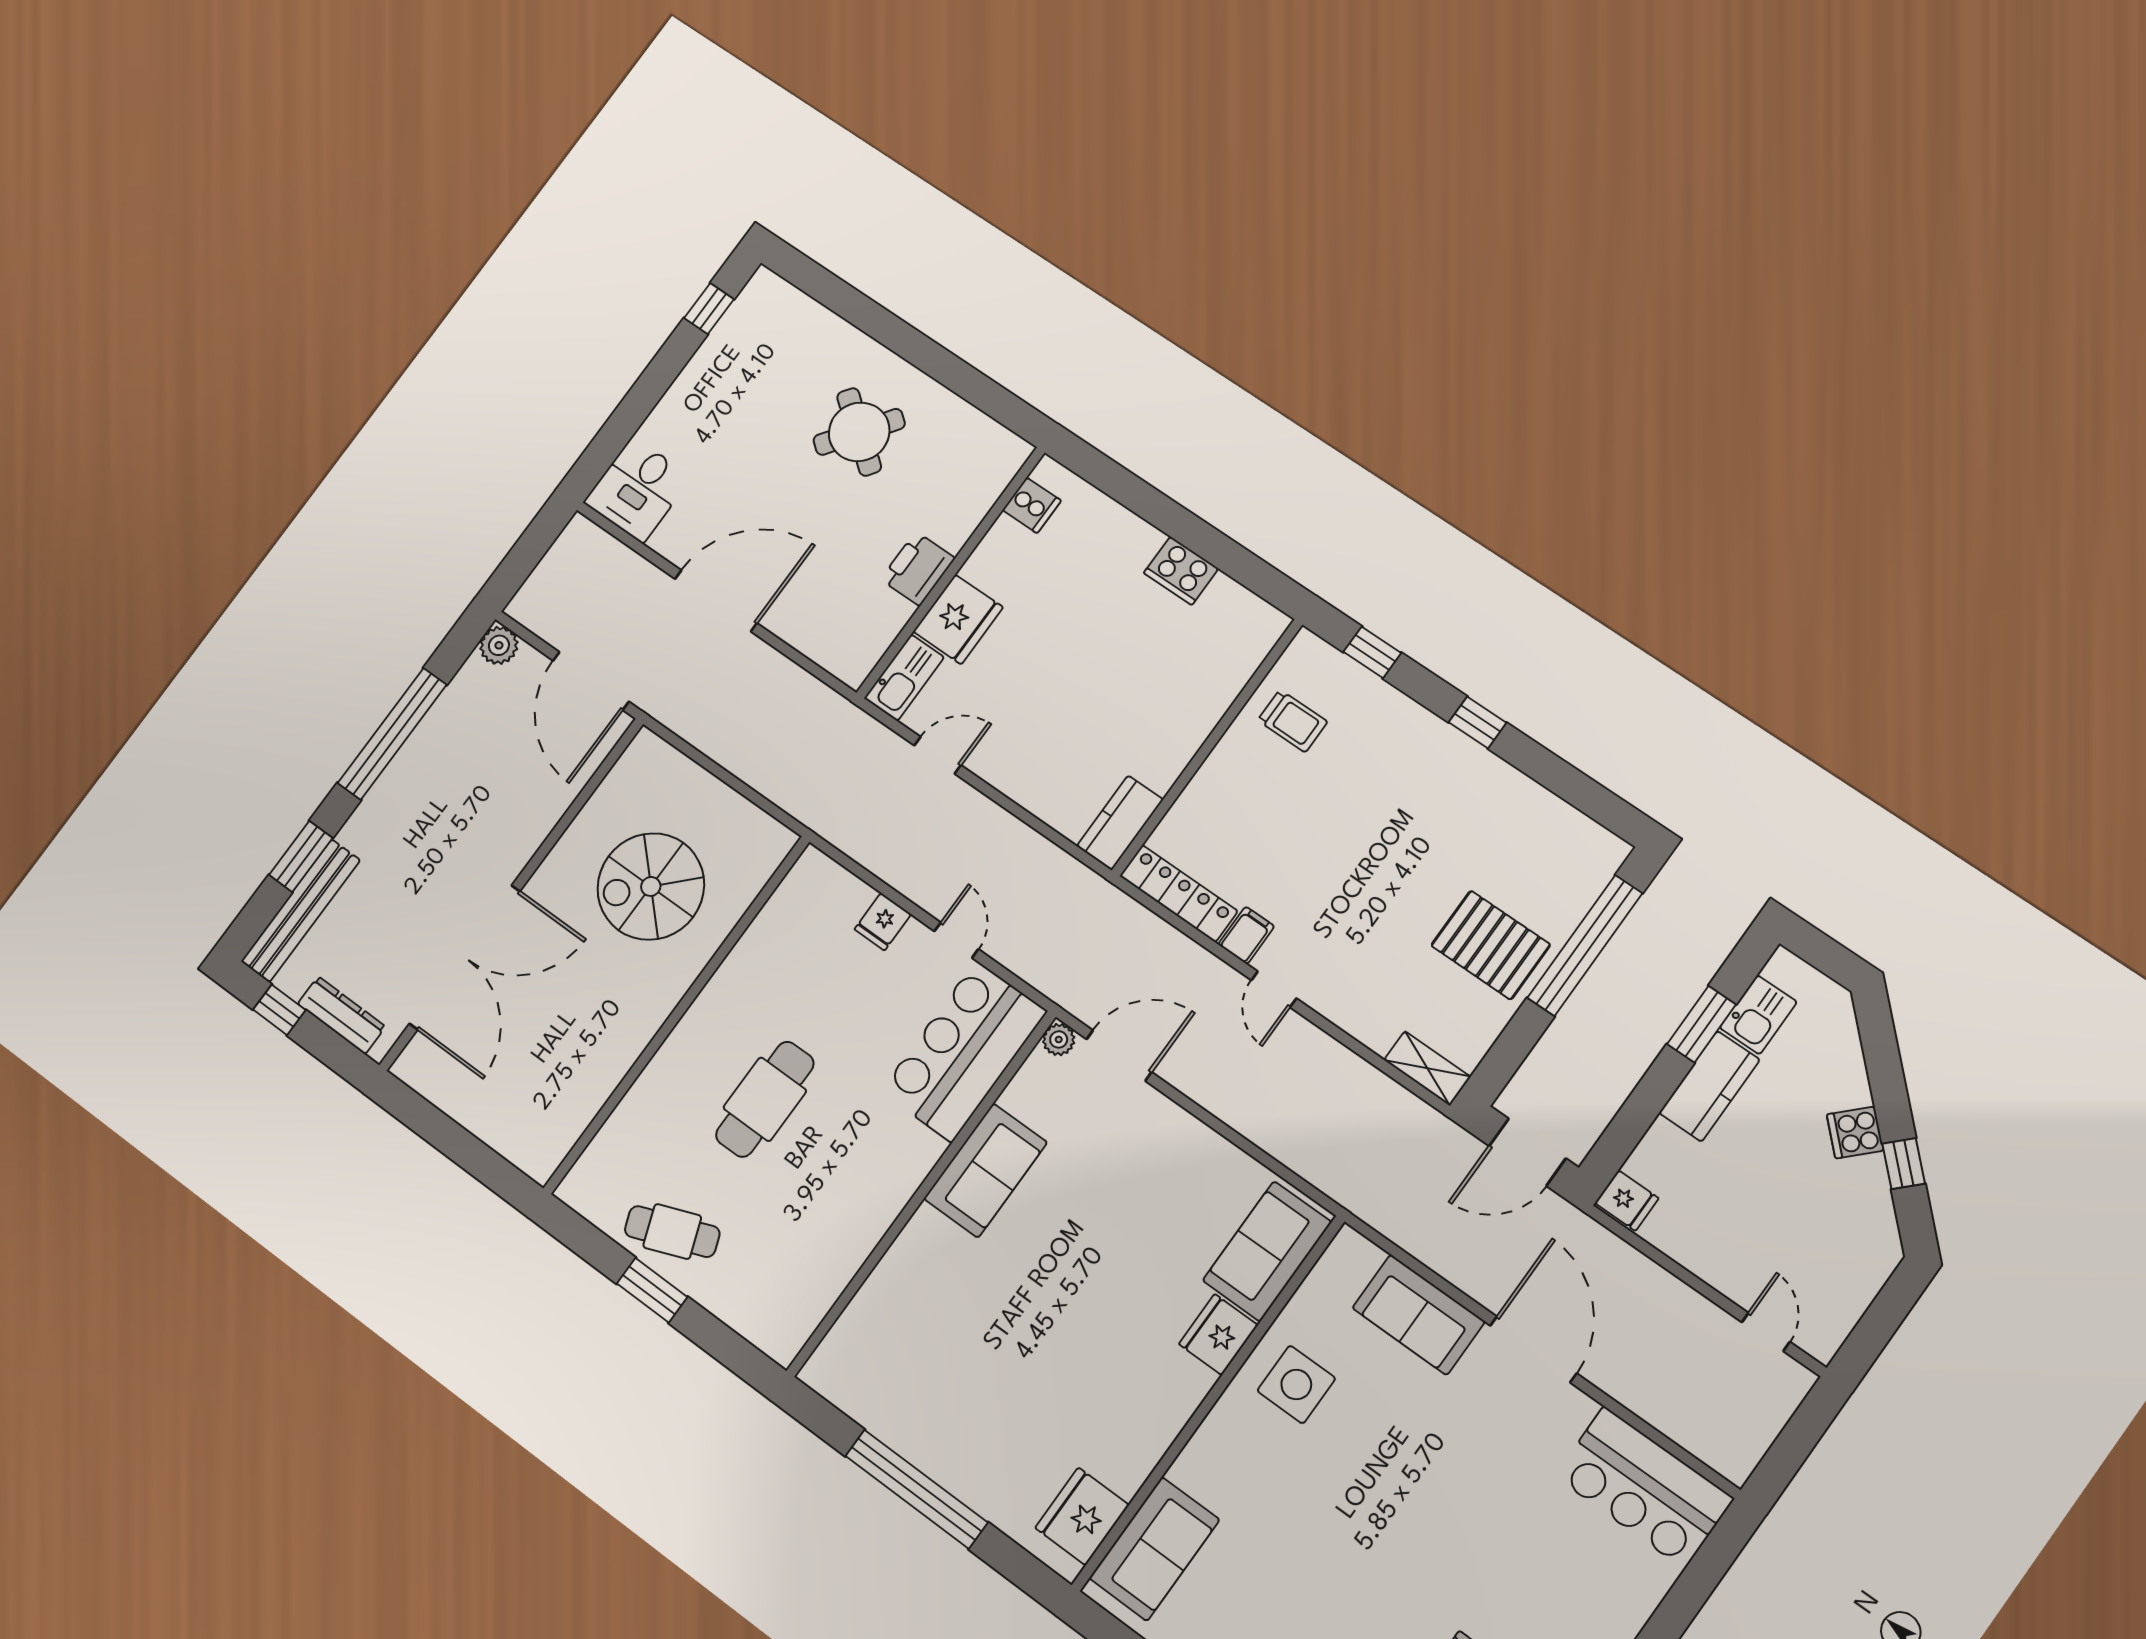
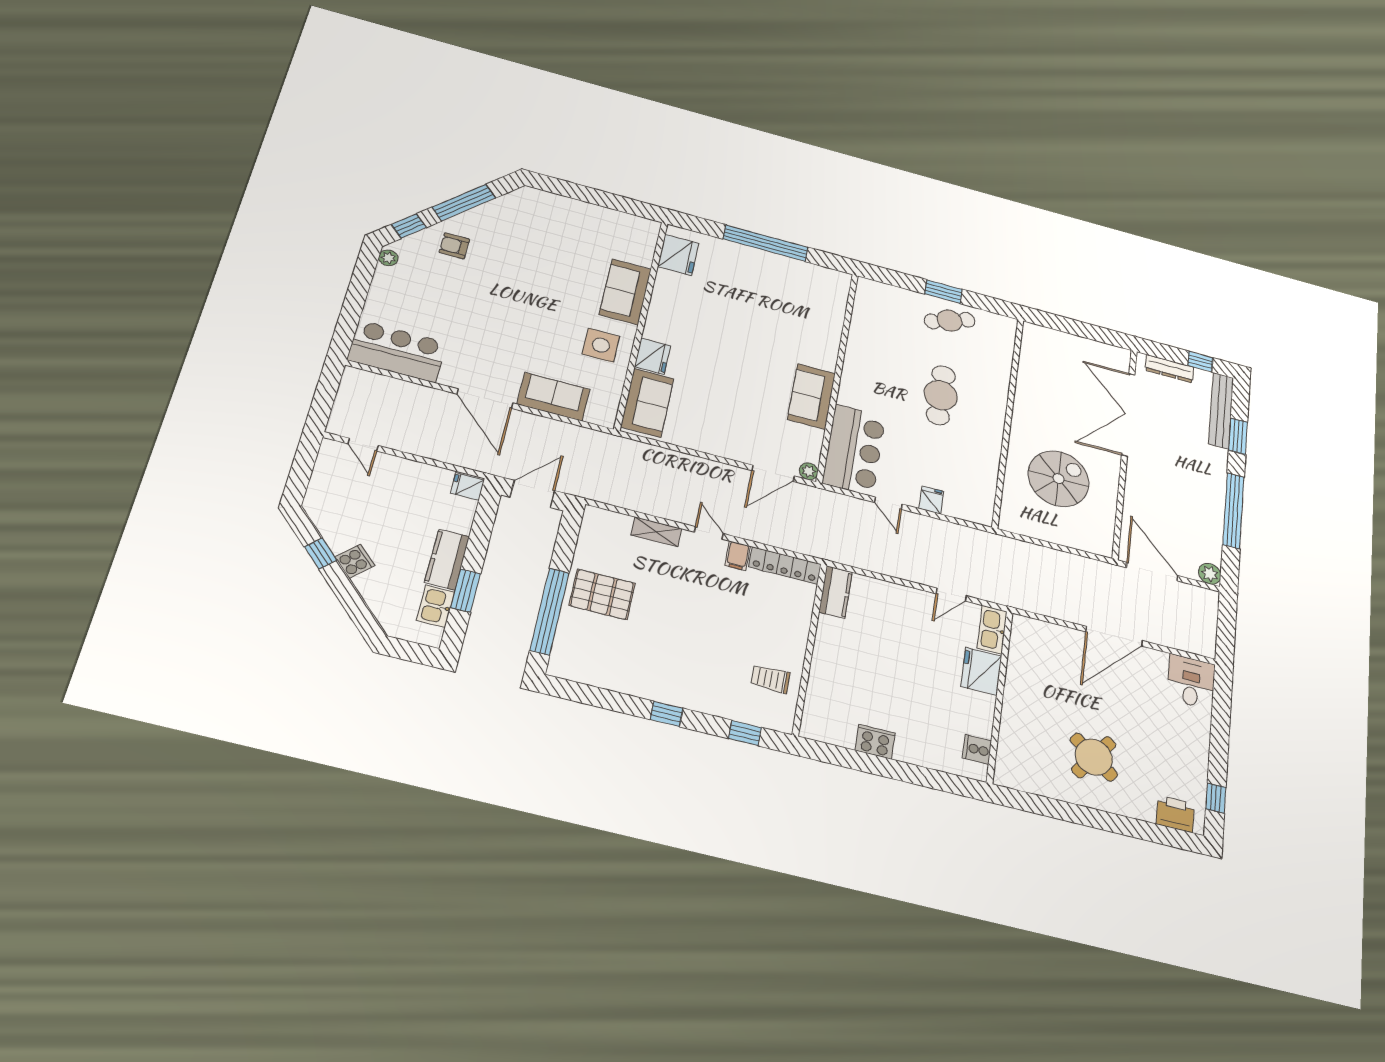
printer: (918, 569) -> (1175, 814), moved, turned -90
shelving: (1427, 1068) -> (656, 532), moved
sofa: (1154, 1549) -> (625, 292), moved

